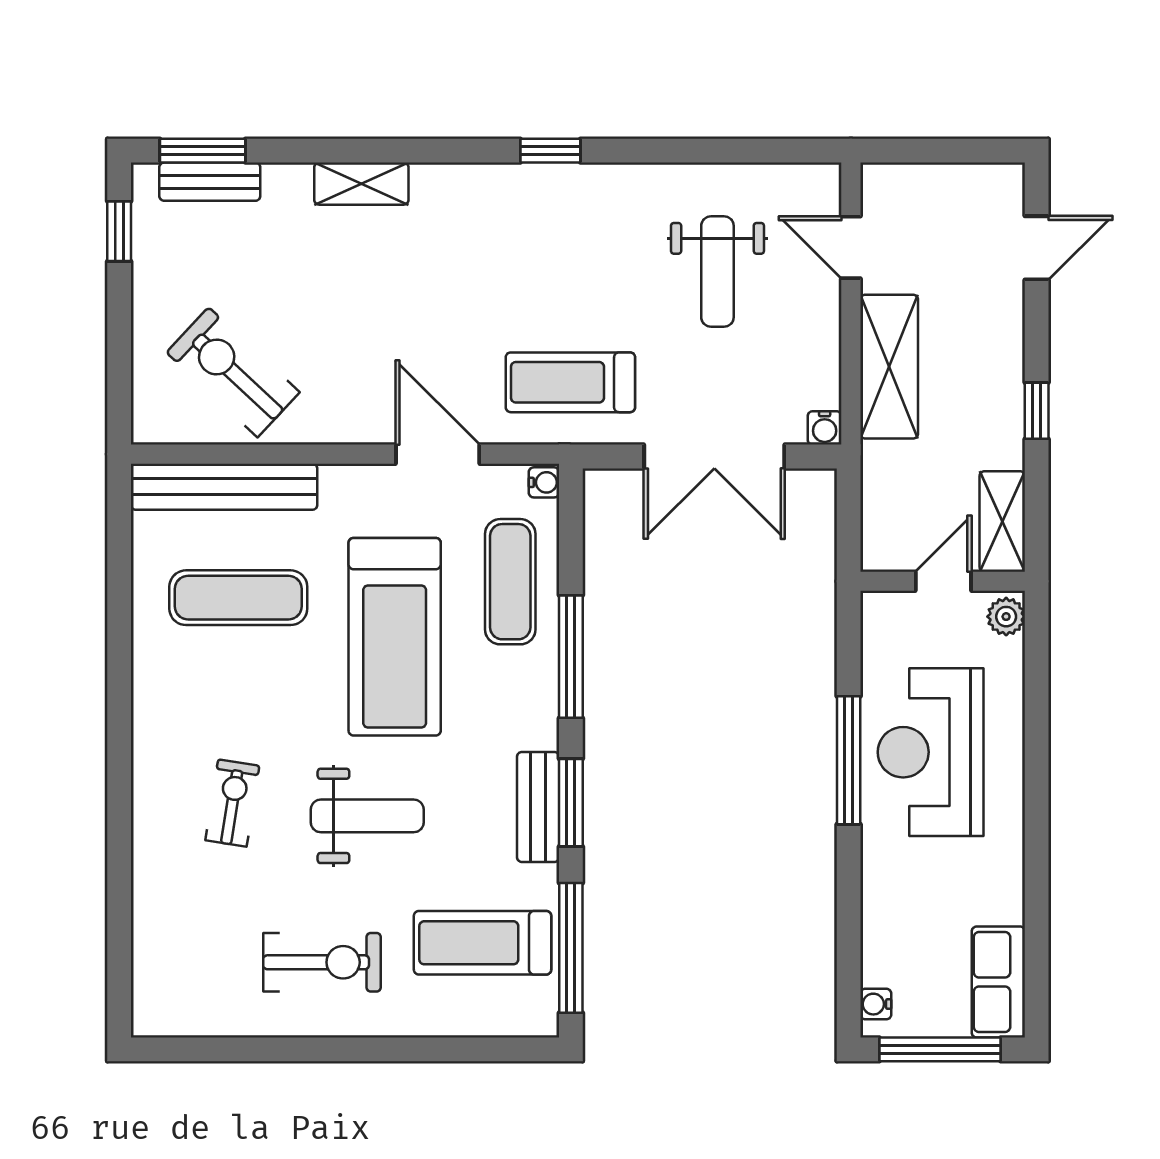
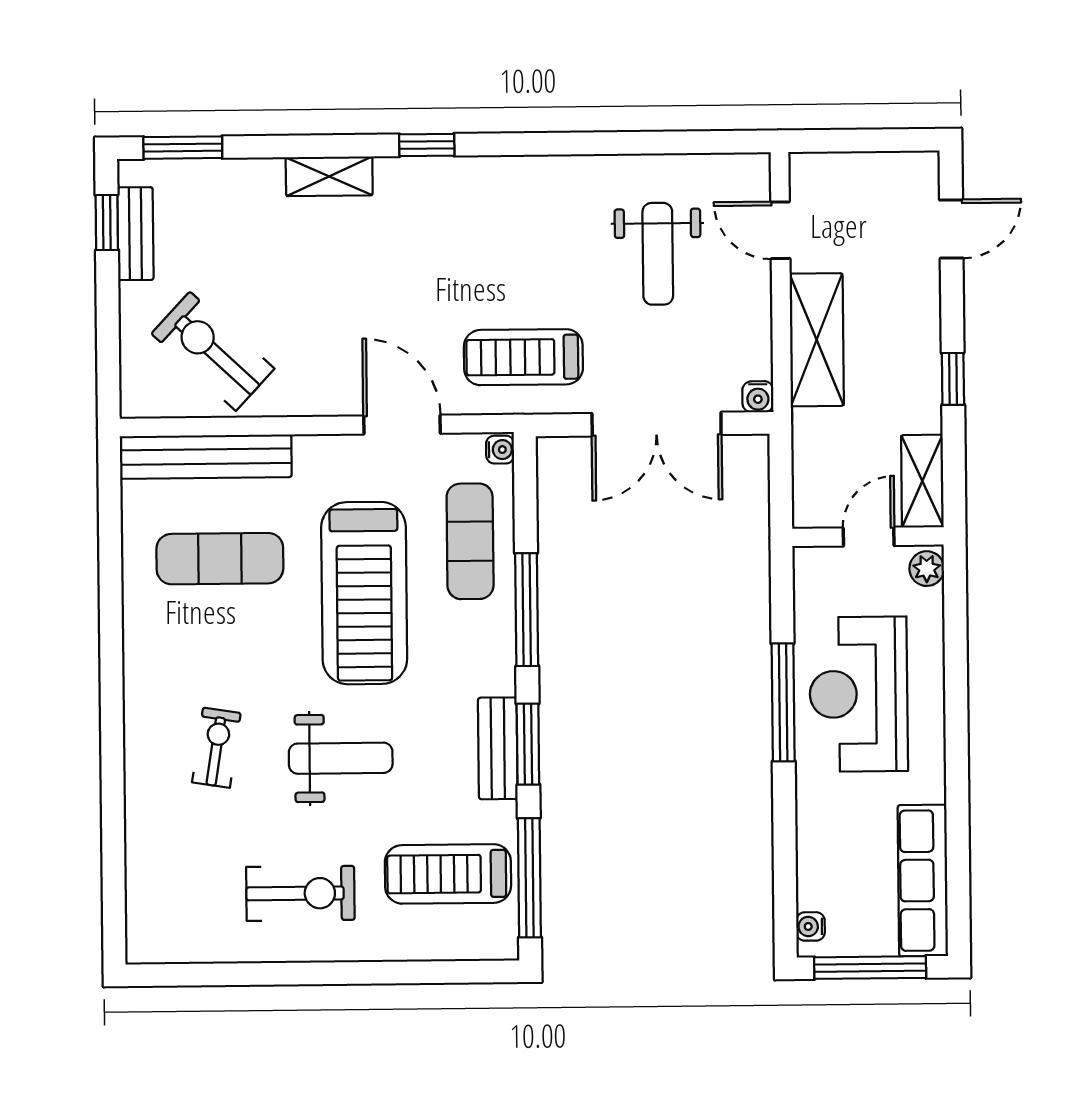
window: (550, 151) -> (427, 145), moved
bench: (210, 182) -> (135, 234), moved, turned 90
row of seats: (998, 982) -> (923, 881), width x1.48

